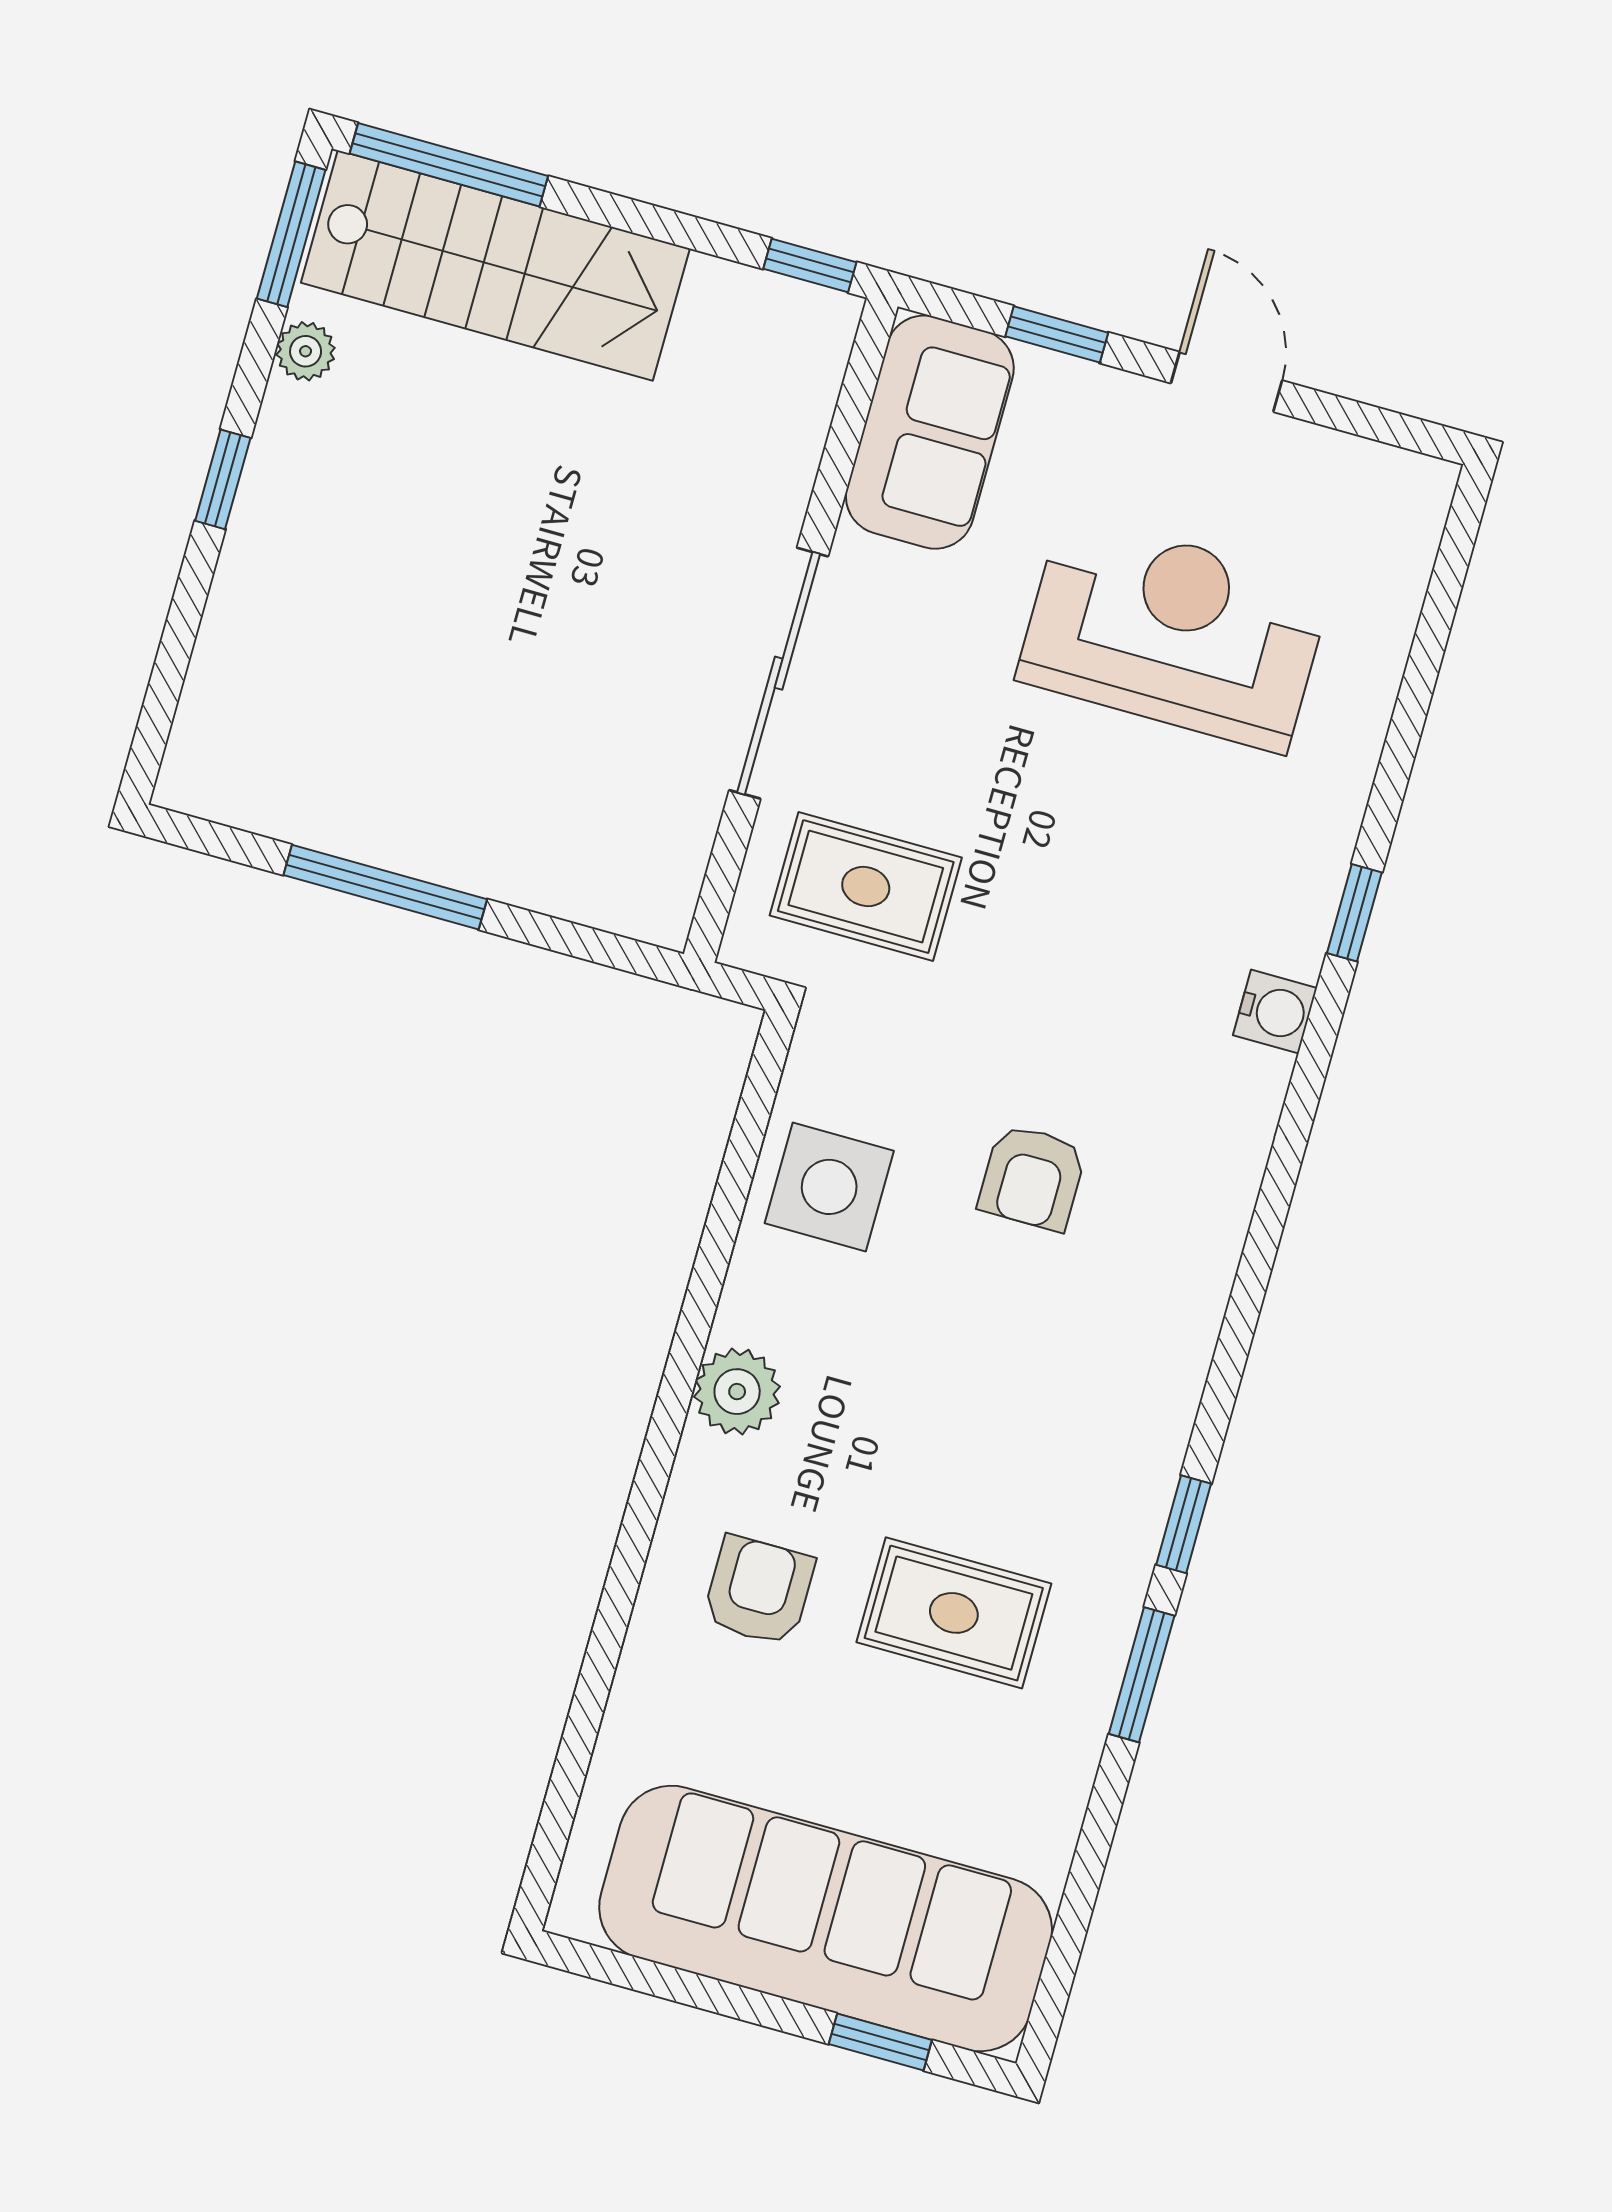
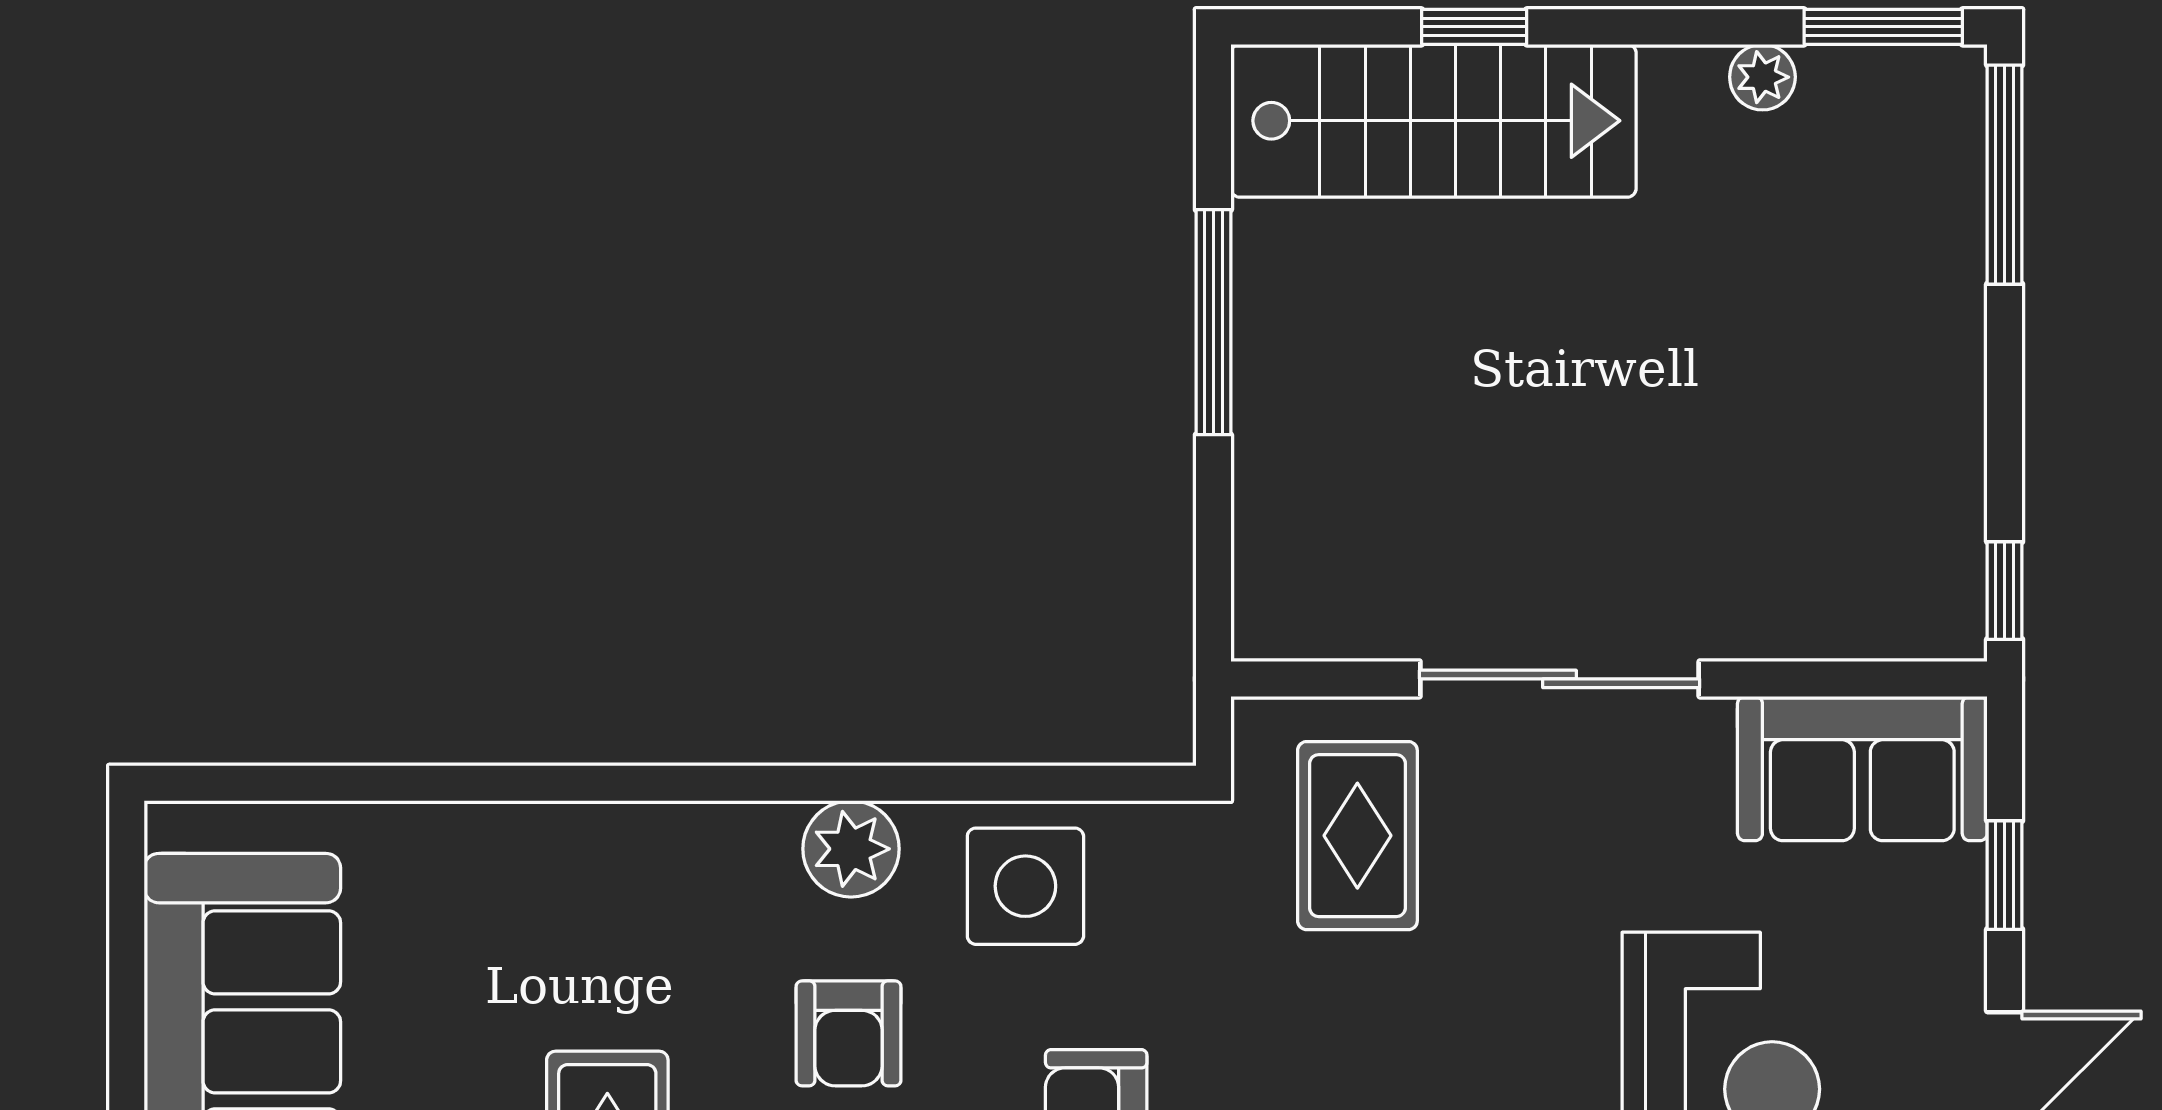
stairs: (495, 266) -> (1433, 121), moved, turned -90
window: (223, 479) -> (1474, 27), moved
plant: (737, 1392) -> (851, 849), moved
armchair: (759, 1591) -> (849, 1033), moved, turned 90

